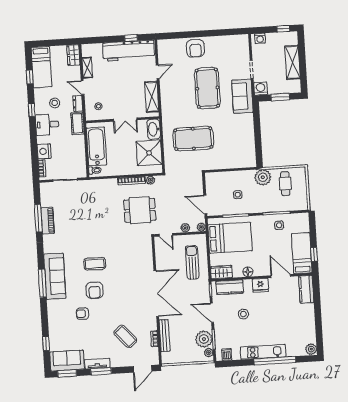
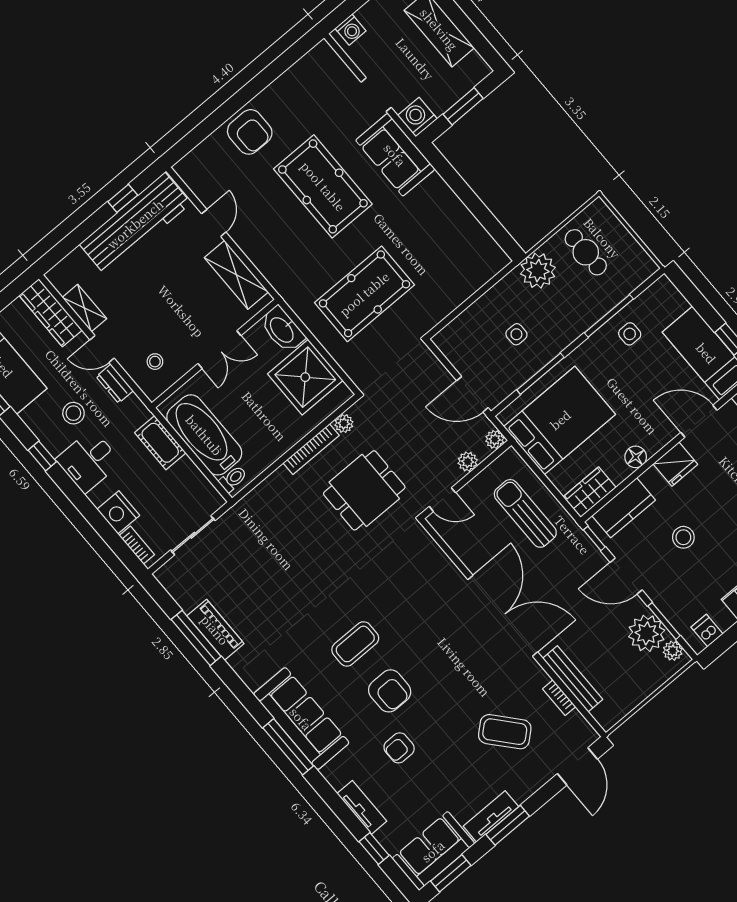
wardrobe: (73, 55) -> (51, 313), width x1.50
cot: (77, 123) -> (160, 443), moved
tv unit: (53, 325) -> (362, 807), added

